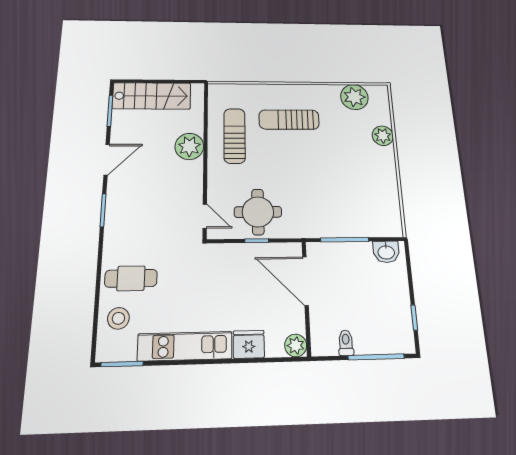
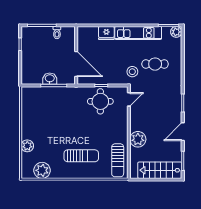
sun lounger: (235, 136) -> (118, 160), moved
door: (205, 216) -> (129, 99), swing flipped
washbasin: (386, 252) -> (50, 79), moved
cafe table: (131, 278) -> (155, 64), moved
stool: (118, 318) -> (132, 72), moved
plant: (296, 345) -> (176, 32), moved

